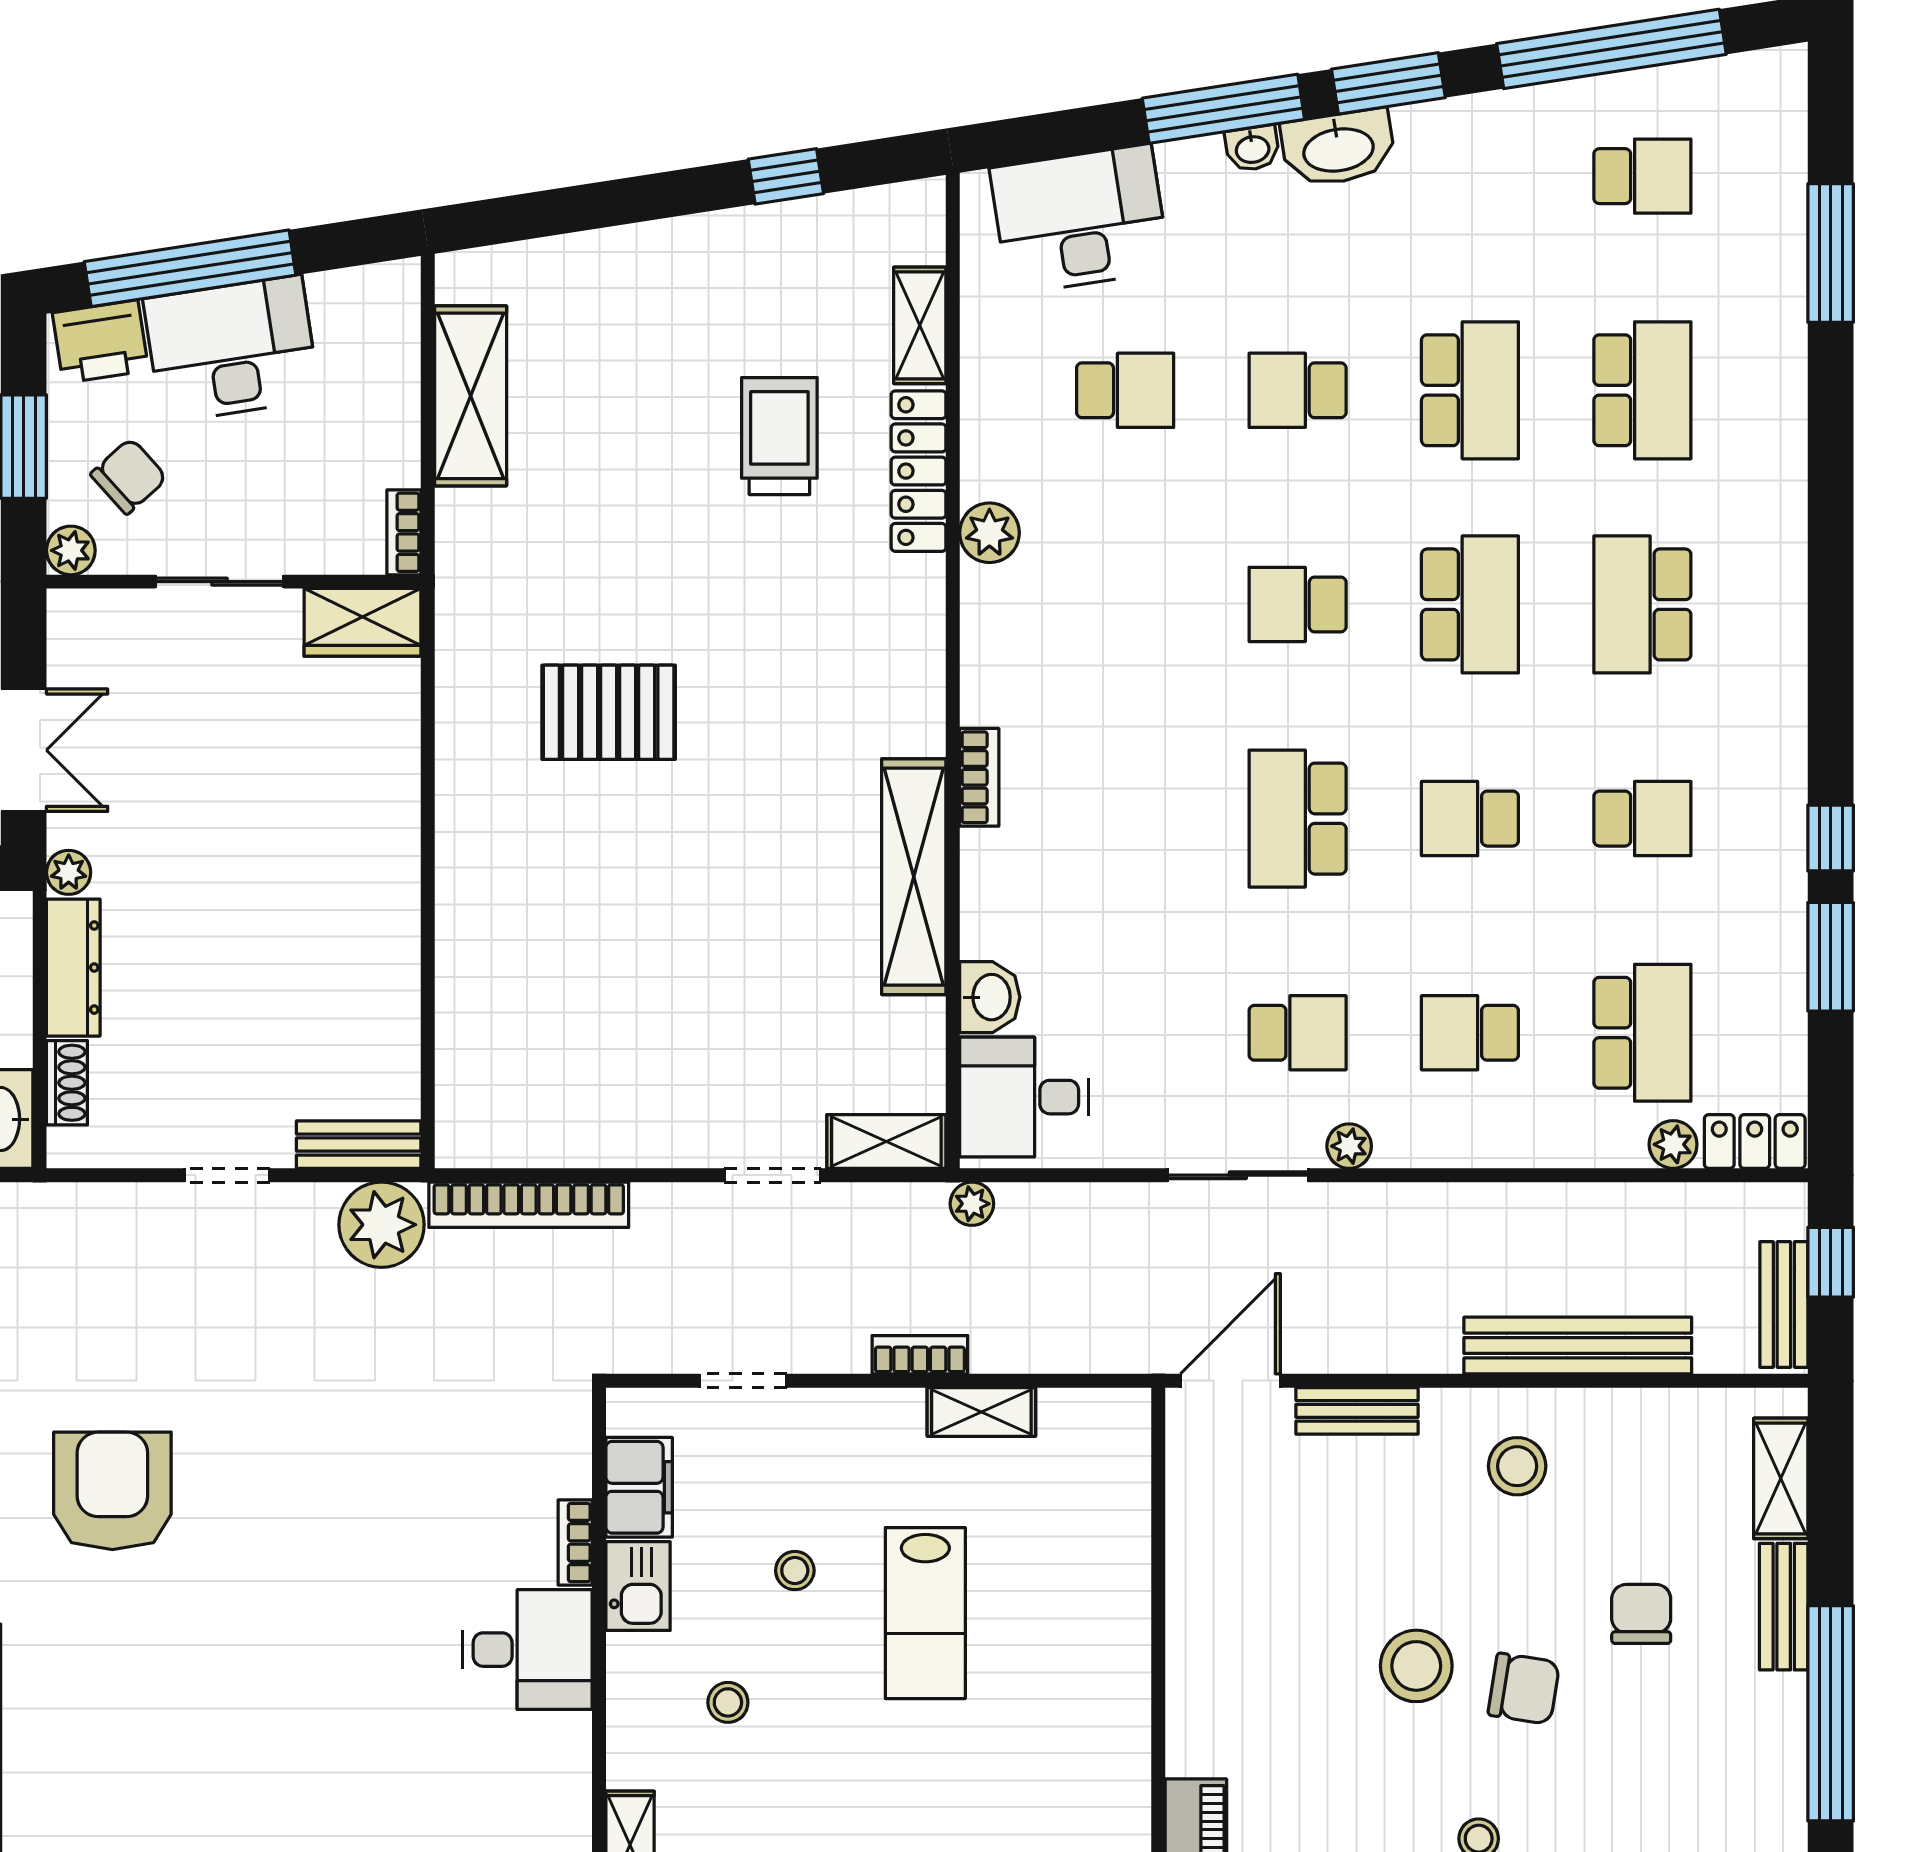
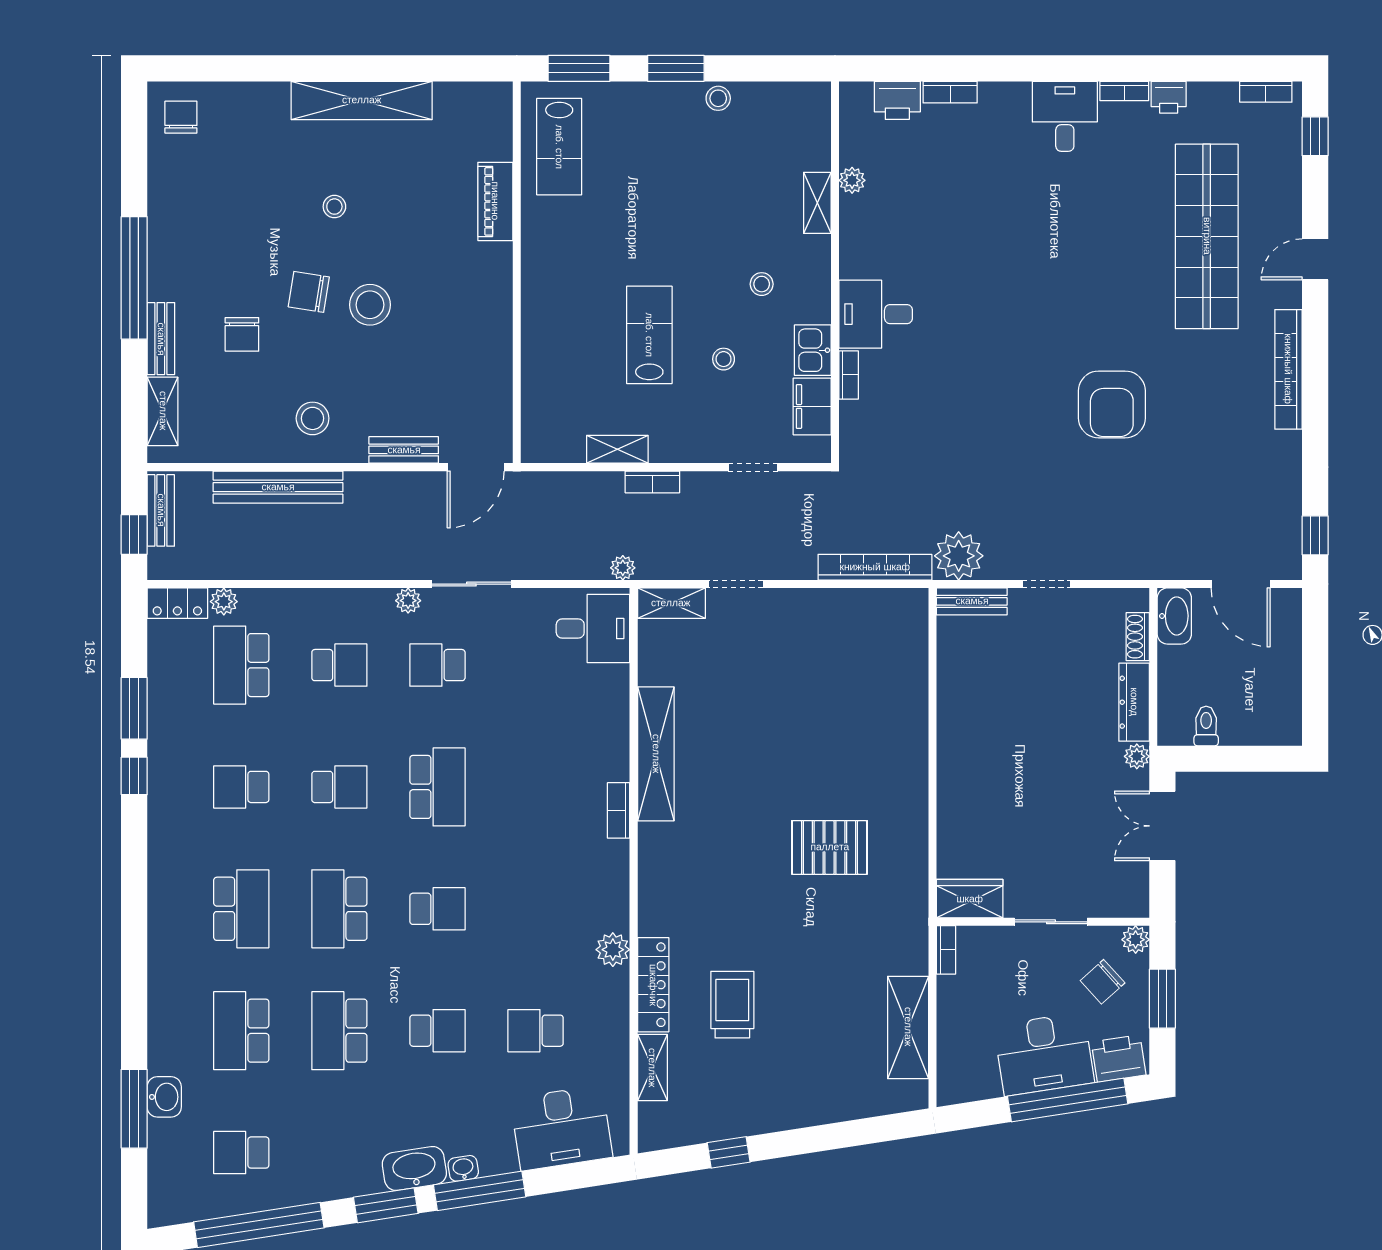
trolley: (779, 436) -> (732, 1005), turned 180
washbasin: (990, 997) -> (164, 1097), moved, turned 180

